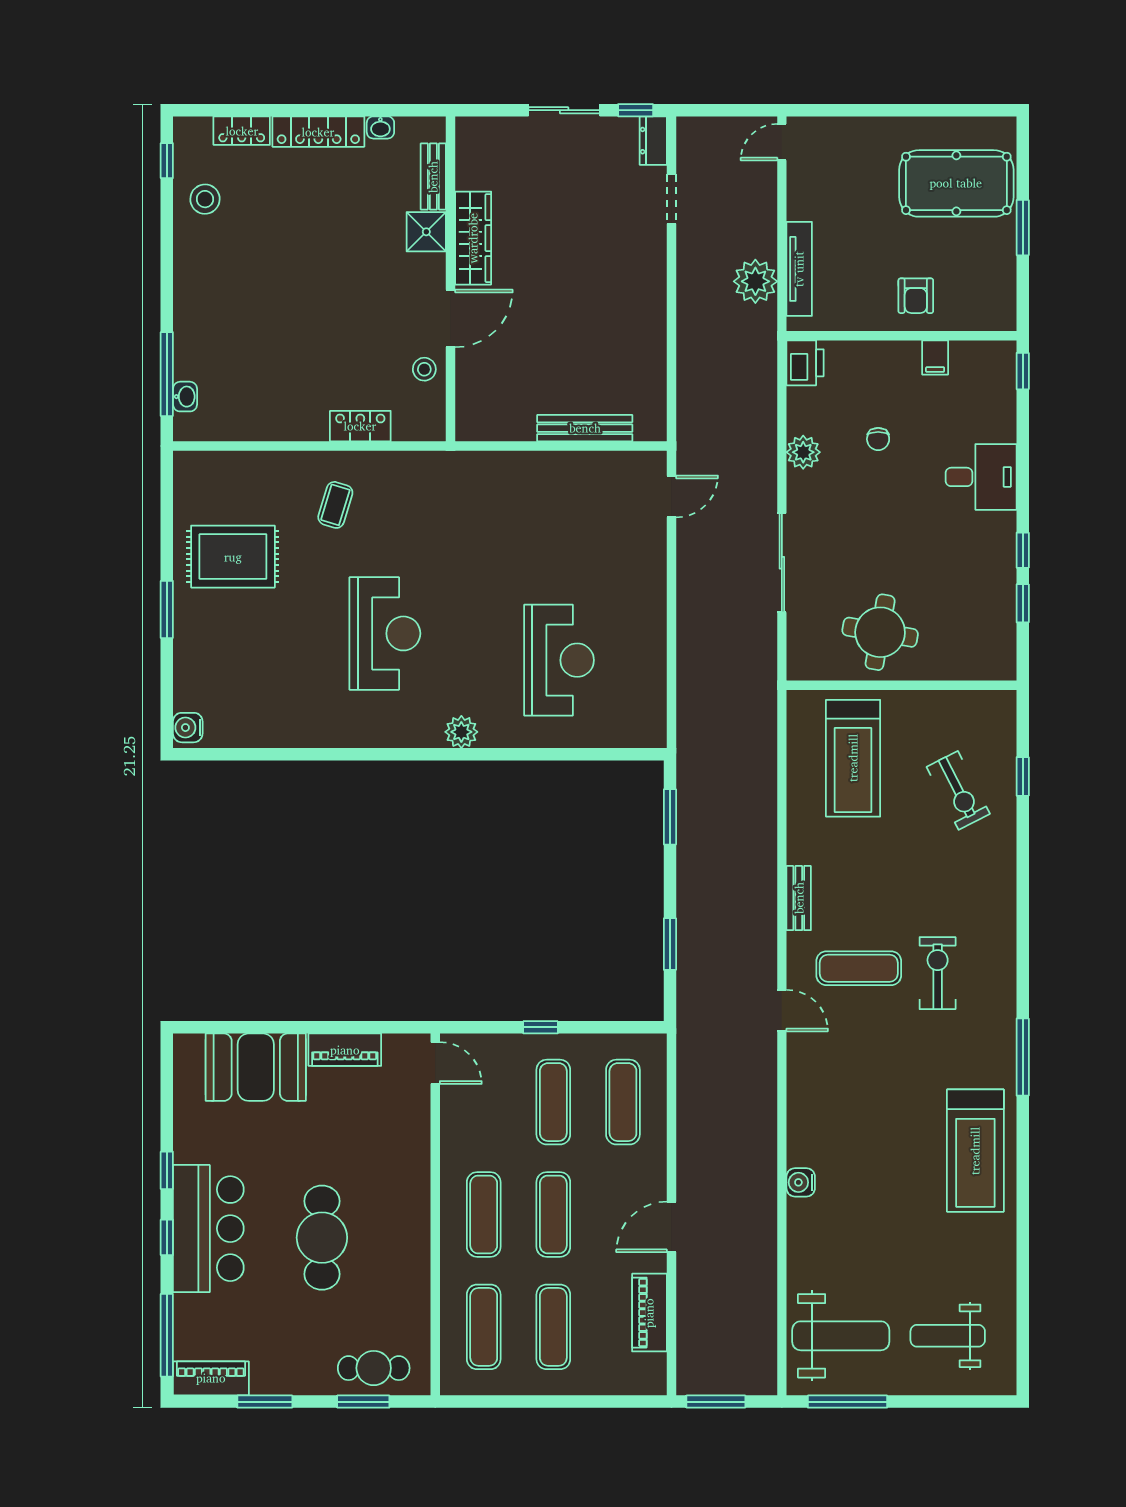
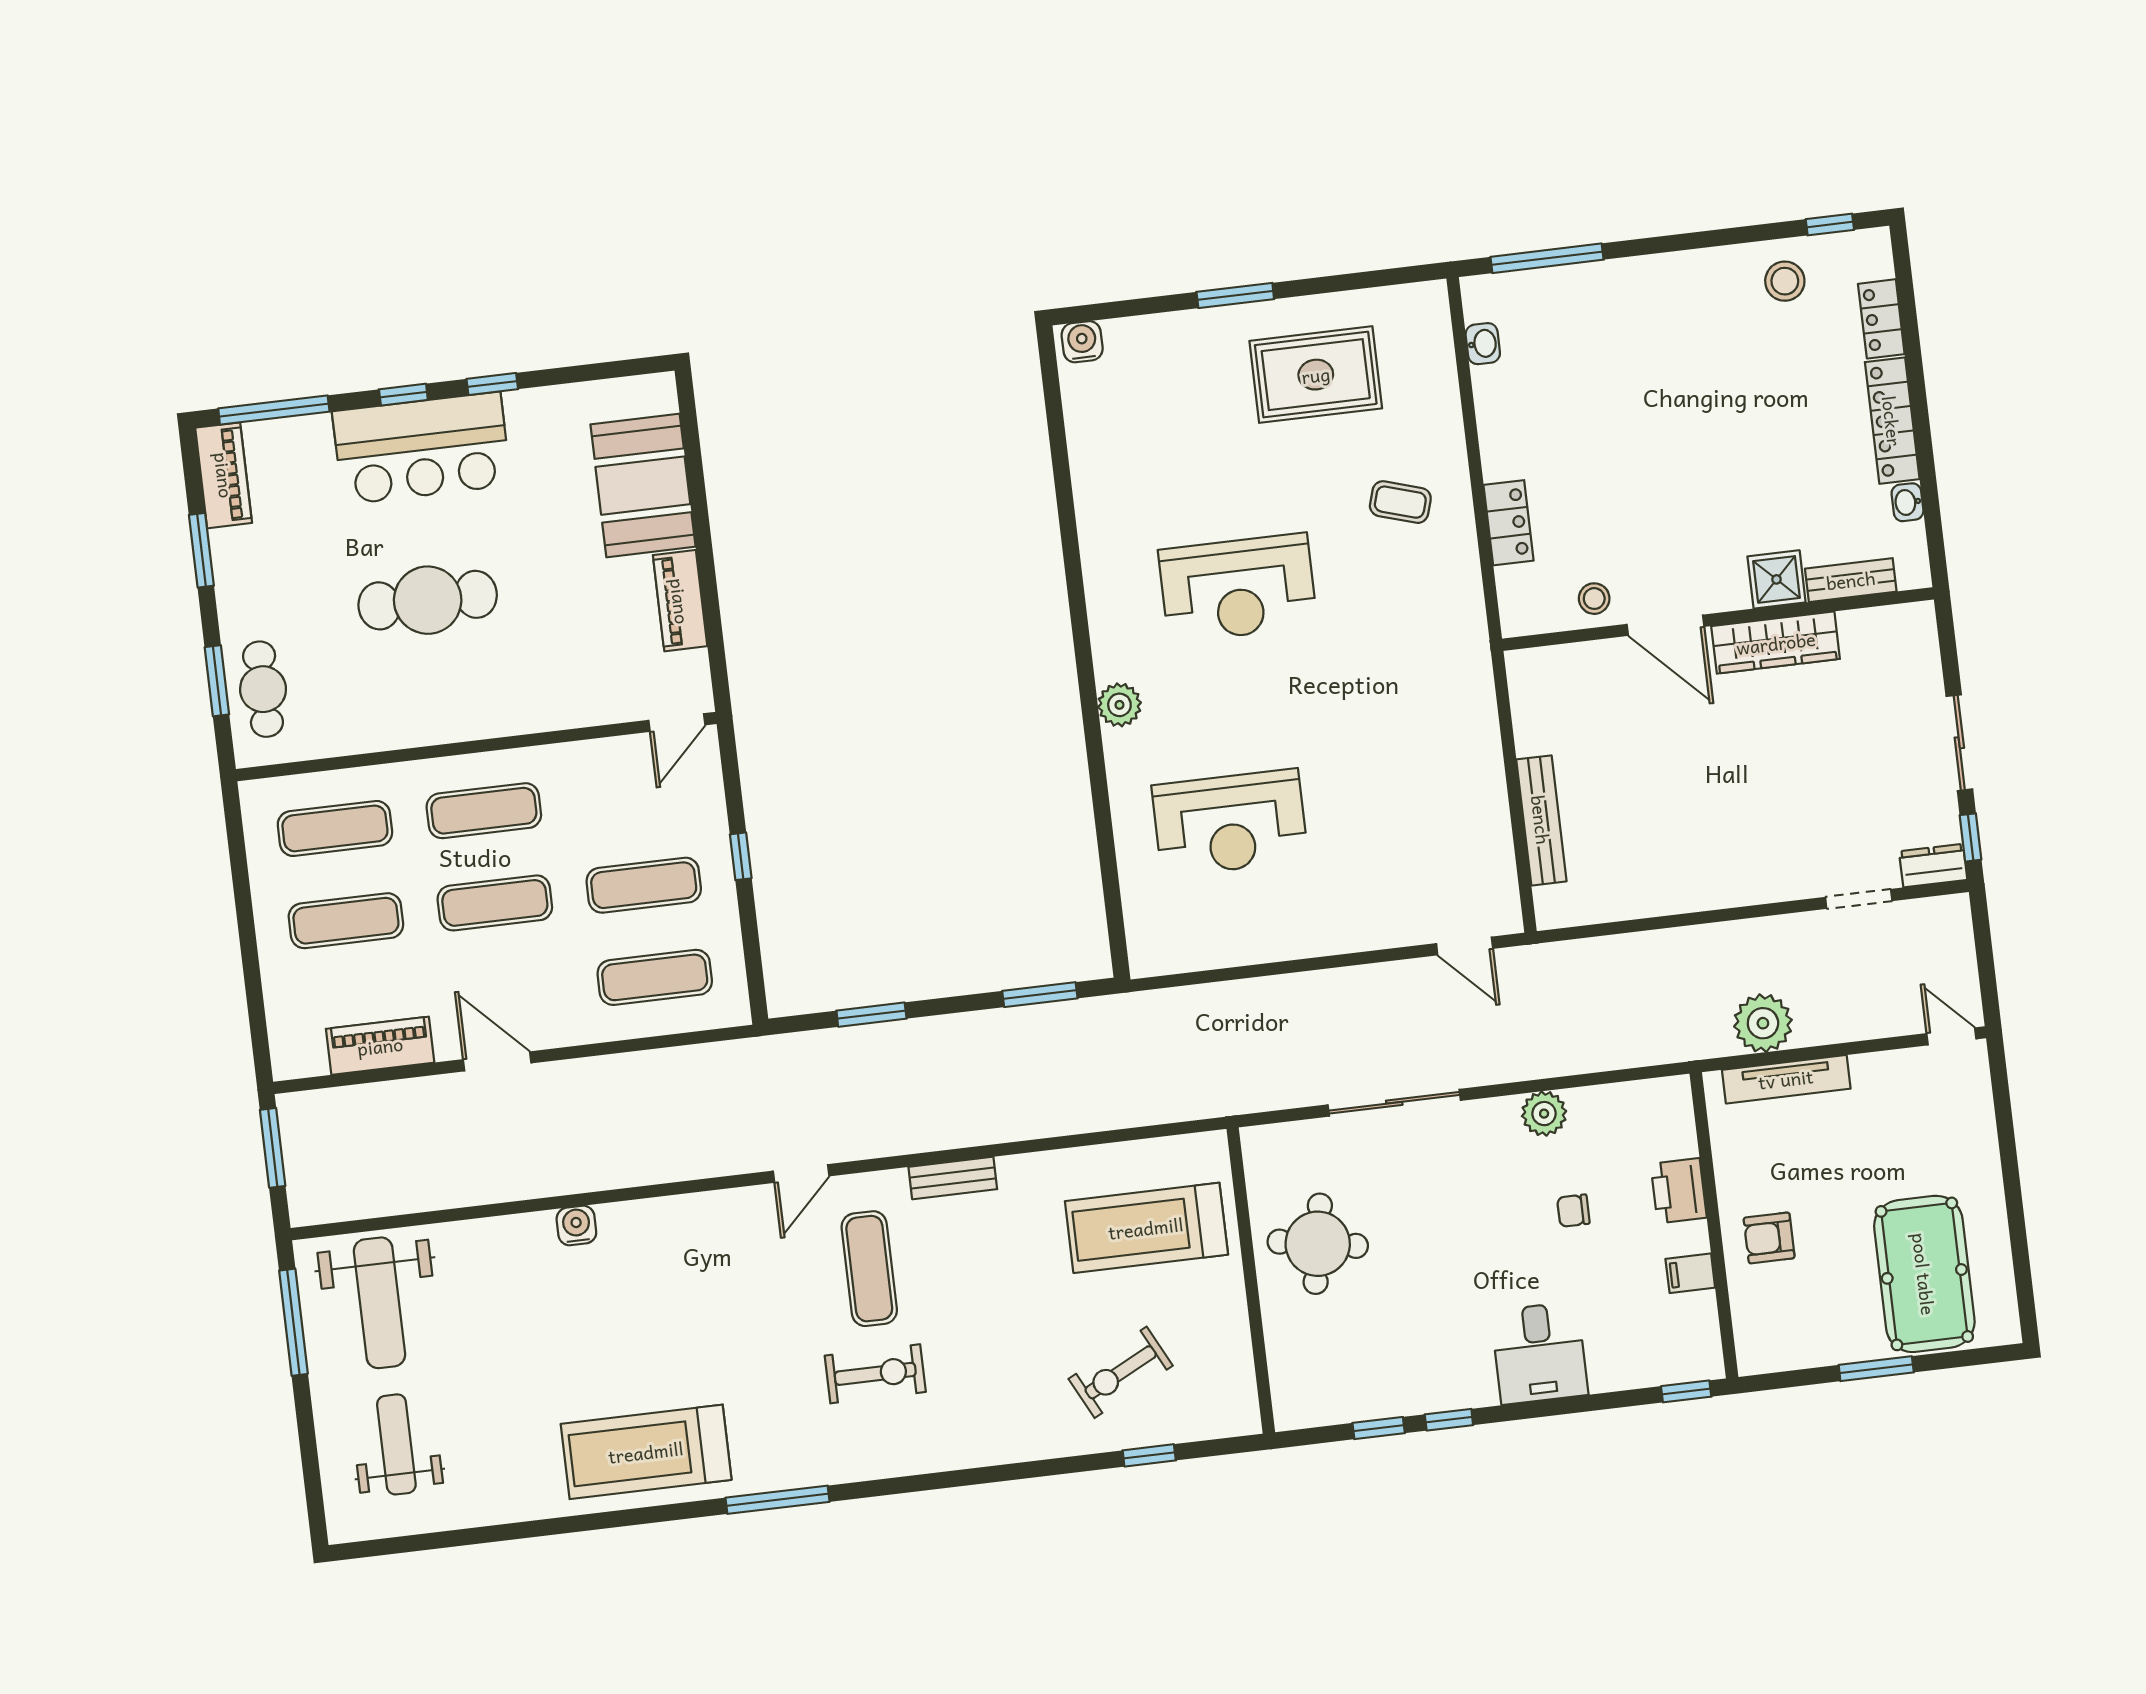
printer: (805, 363) -> (1679, 1191), moved, turned 90
washbasin: (185, 397) -> (1483, 344), moved, turned -90
rug: (233, 557) -> (1316, 375), turned 90

